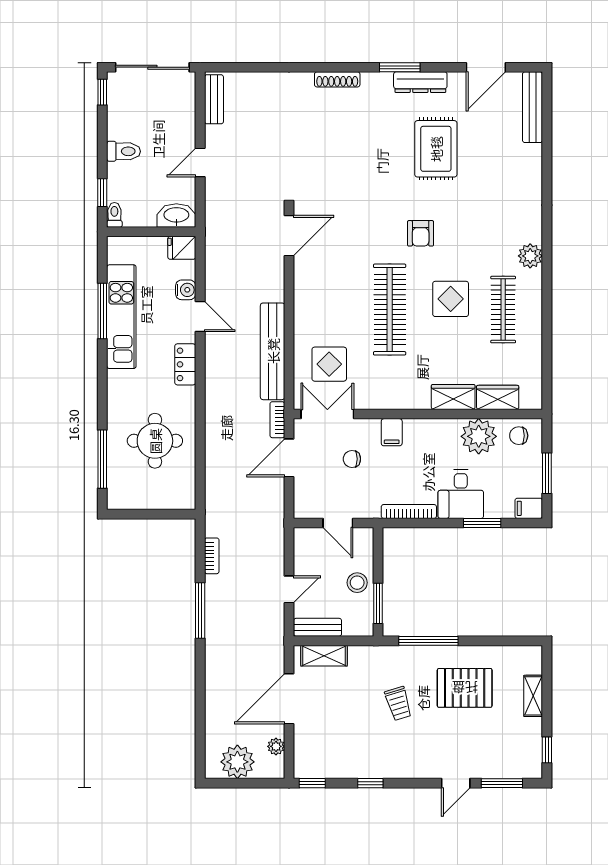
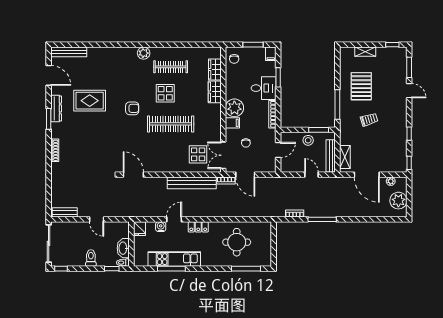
washbasin: (176, 216) -> (123, 248), moved
plant: (479, 436) -> (234, 108), moved
bench: (318, 627) -> (331, 156), width x1.36

